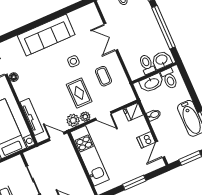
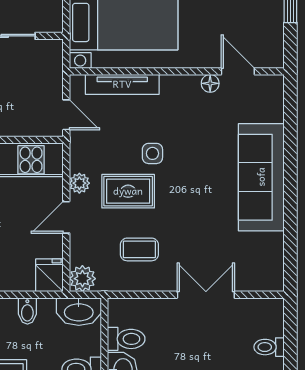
side table: (73, 61) -> (152, 153), moved
washbasin: (152, 83) -> (79, 312), moved, turned -90
plant: (73, 120) -> (82, 279), moved
door: (57, 136) -> (66, 115), hinge flipped

